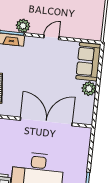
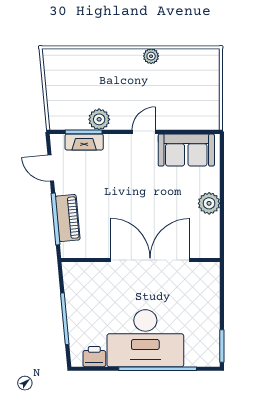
sofa: (88, 62) -> (186, 150), moved, turned -90

